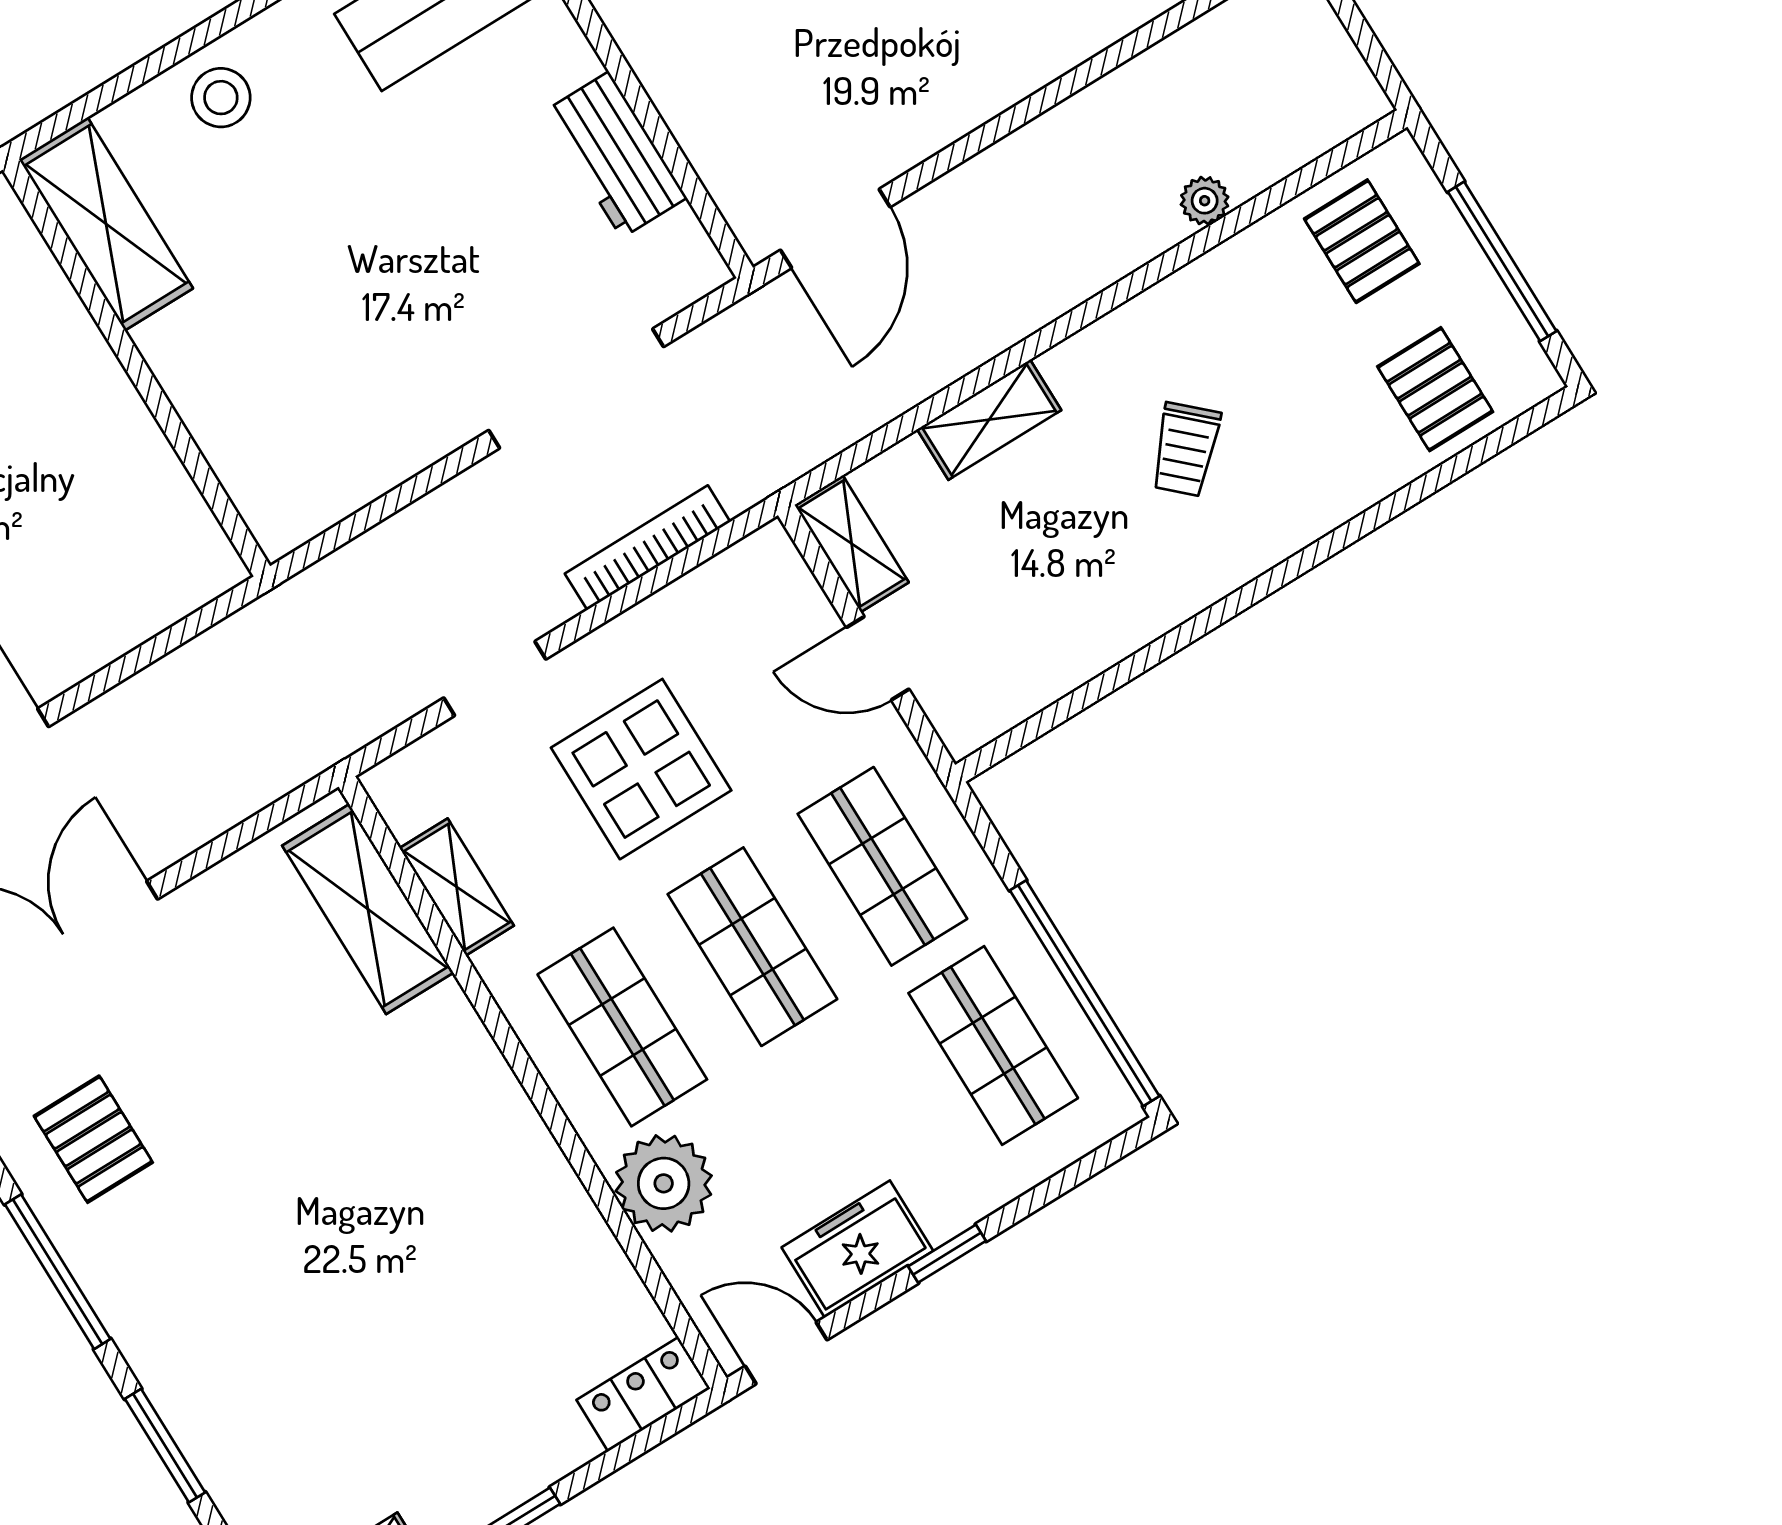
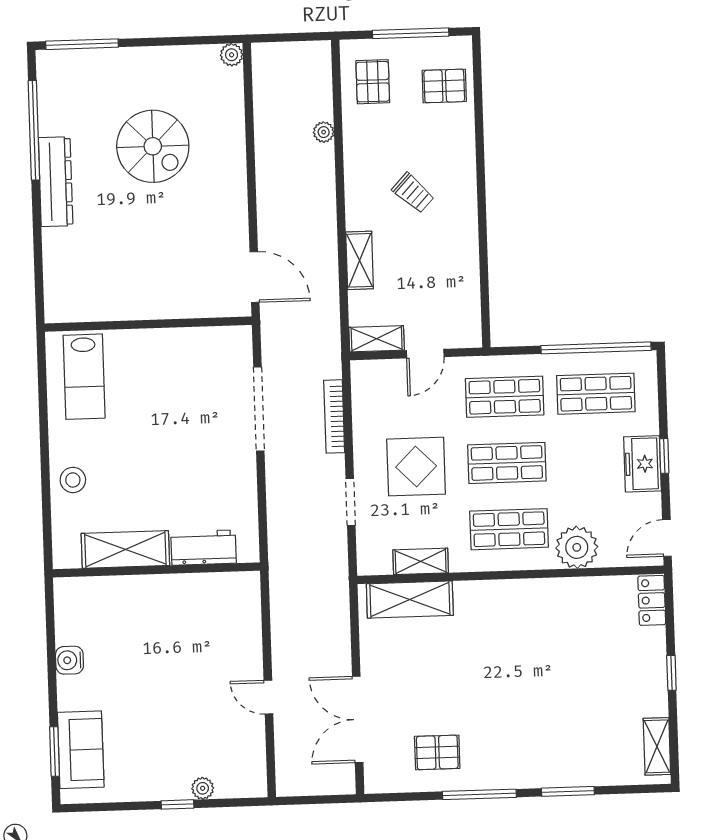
workbench: (615, 155) -> (203, 548), moved, turned 180
shelving: (106, 224) -> (125, 549), moved
pallet: (1362, 241) -> (373, 82), turned 90
freezer: (857, 1249) -> (642, 464), moved

